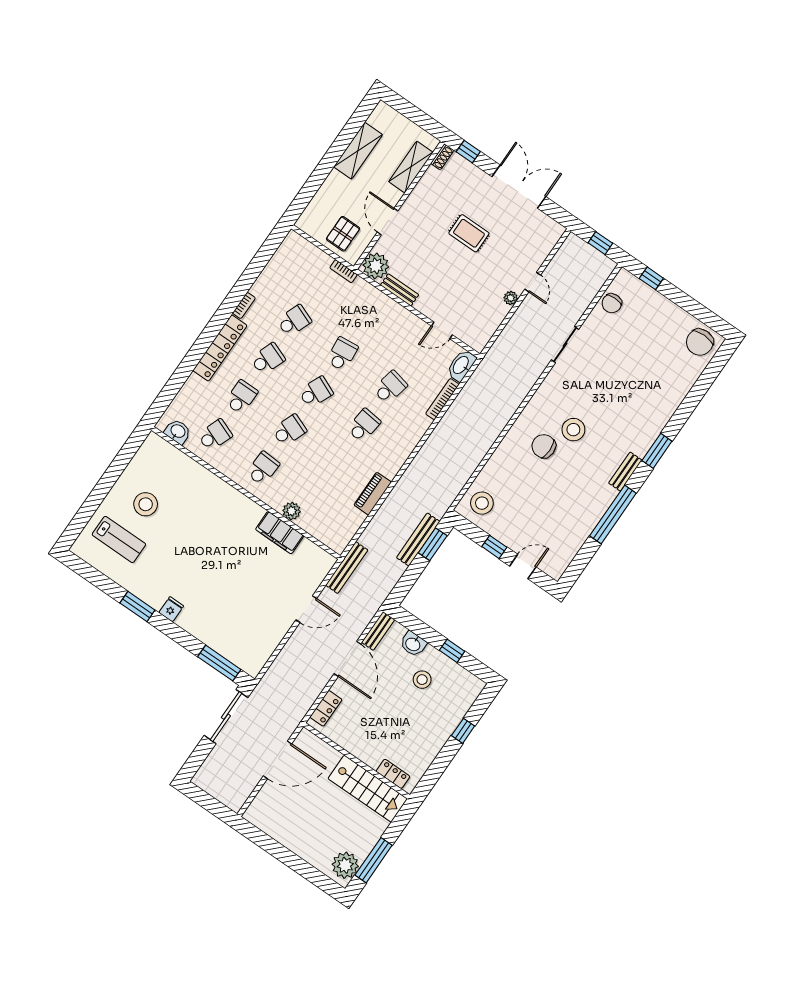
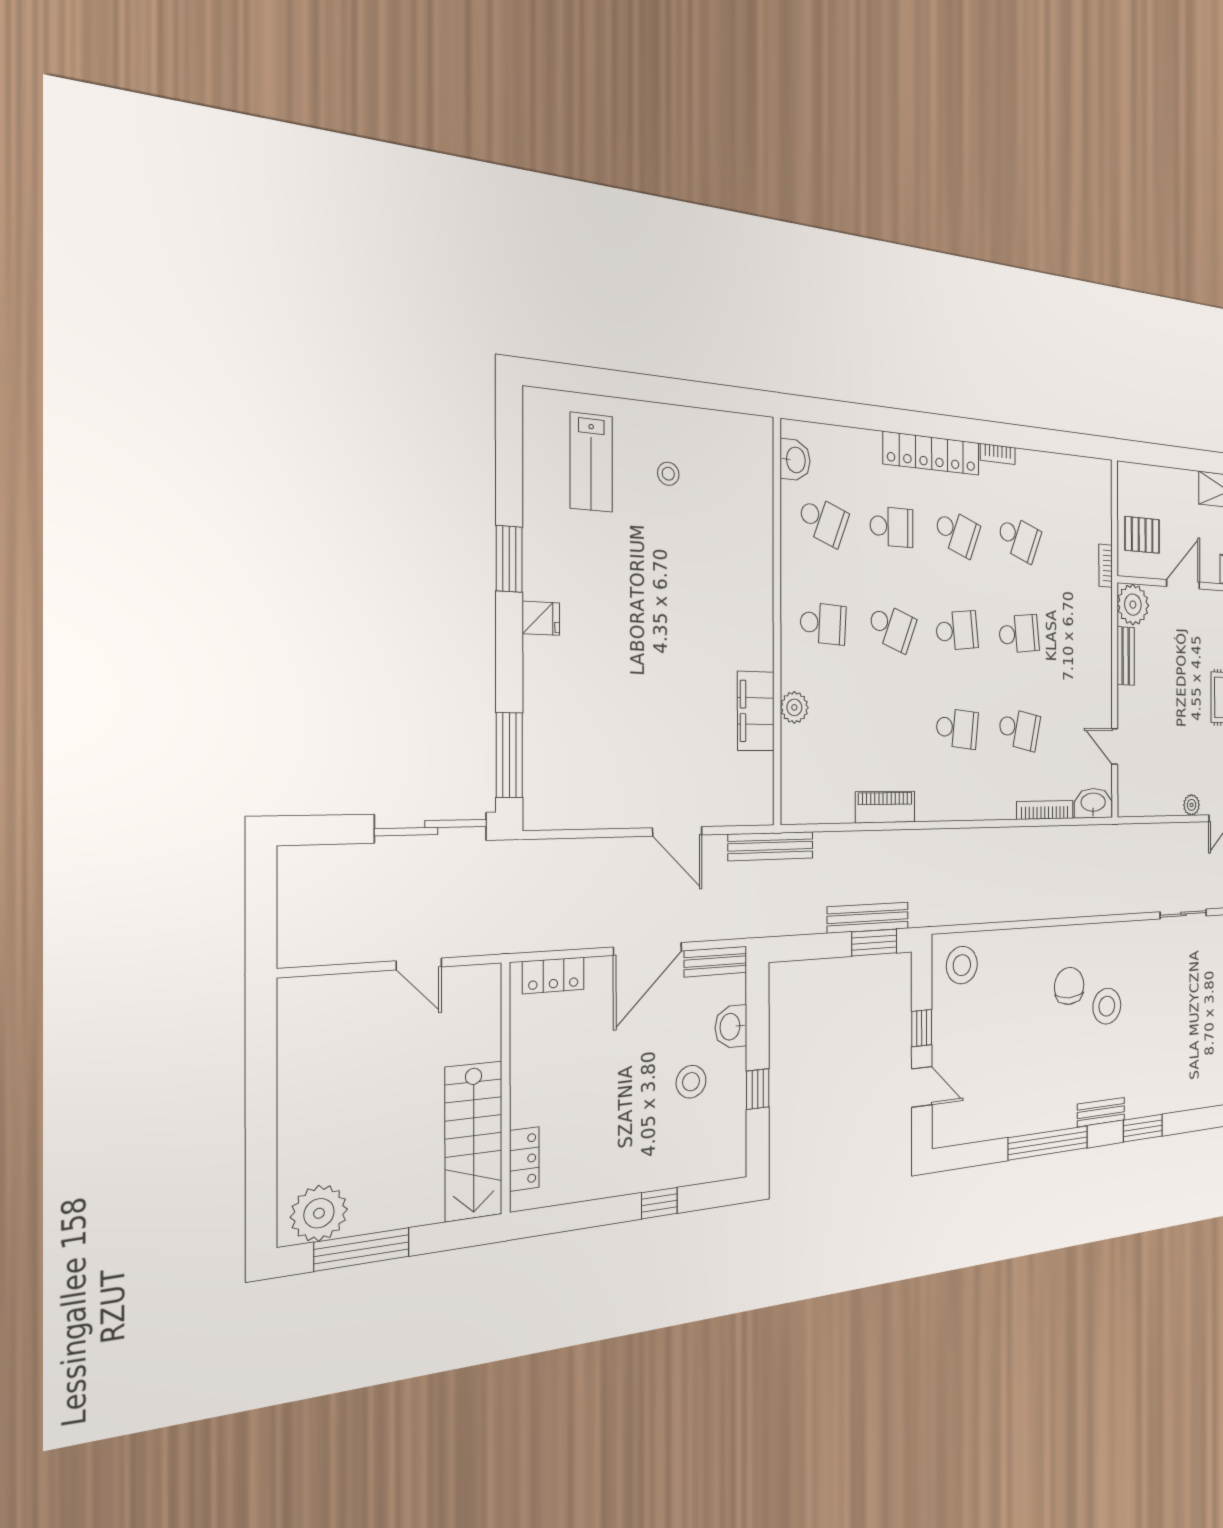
school desk: (316, 392) -> (957, 631), turned -30
stool: (146, 504) -> (668, 474), width x0.53, depth x0.53
door: (278, 760) -> (419, 964), width x0.53

